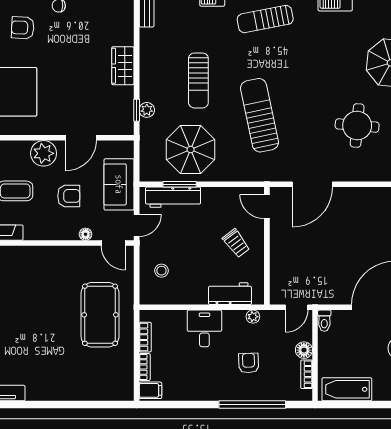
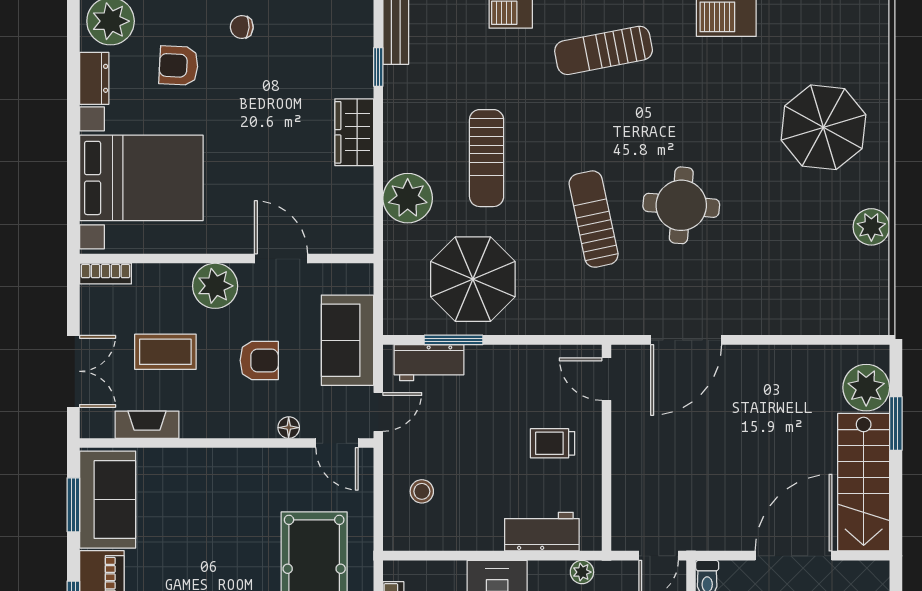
window: (137, 110) -> (378, 67), moved
plant: (147, 110) -> (408, 198), width x1.88, depth x1.88
sun lounger: (259, 115) -> (594, 219), width x0.73, depth x0.75
round table: (357, 126) -> (681, 205), moved
door: (81, 138) -> (281, 259), swing flipped
workbench: (173, 197) -> (429, 363), width x0.73
trolley: (236, 243) -> (553, 443), turned 127

